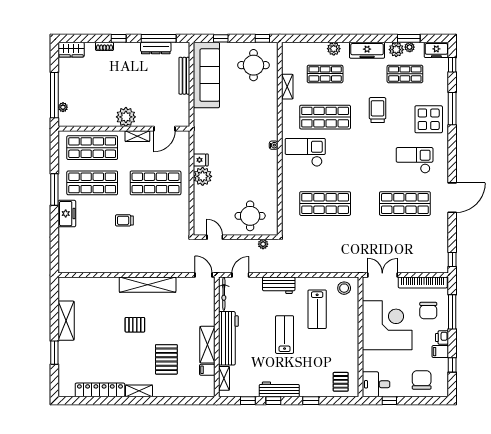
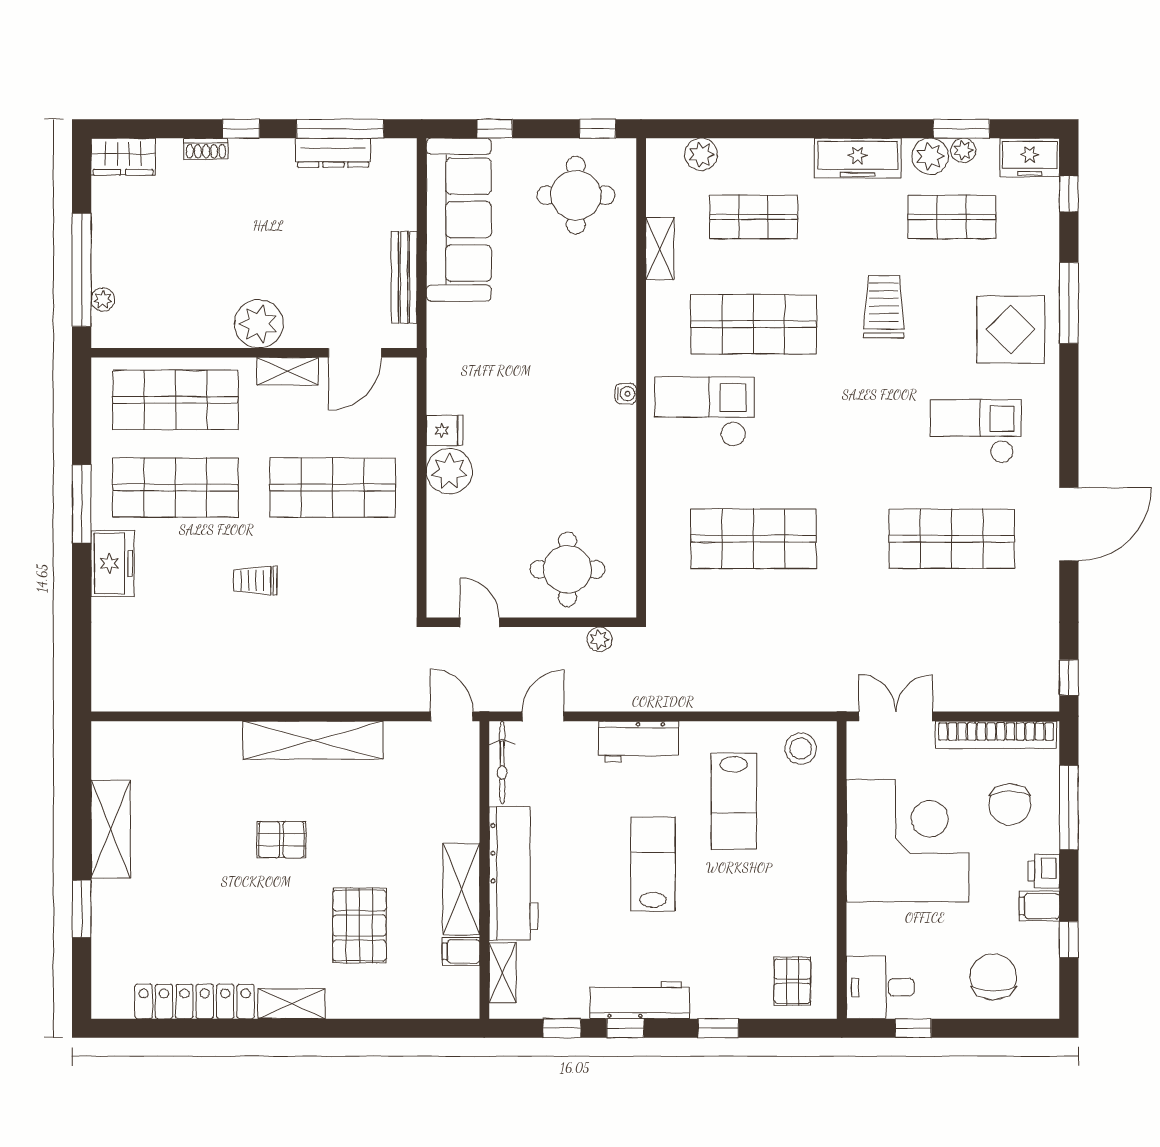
plant: (334, 49) -> (701, 154), moved
bench: (184, 76) -> (404, 277), moved

